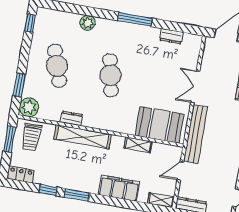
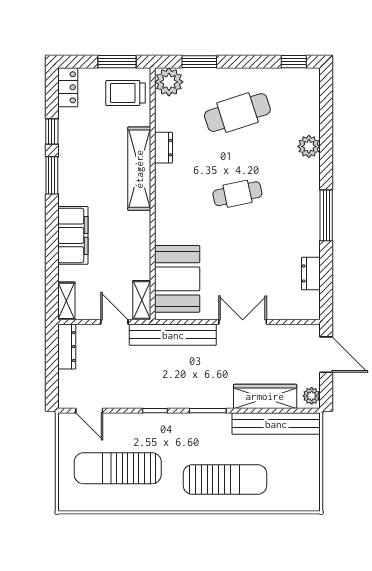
cafe table: (110, 75) -> (237, 194), width x0.73, depth x0.74
shelving: (138, 145) -> (142, 300), moved

